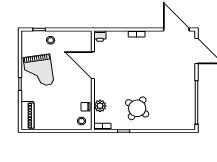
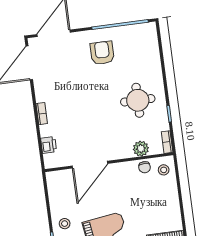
printer: (100, 36) -> (49, 145), moved
armchair: (177, 86) -> (102, 53), added
round table: (137, 108) -> (138, 100), turned -34

